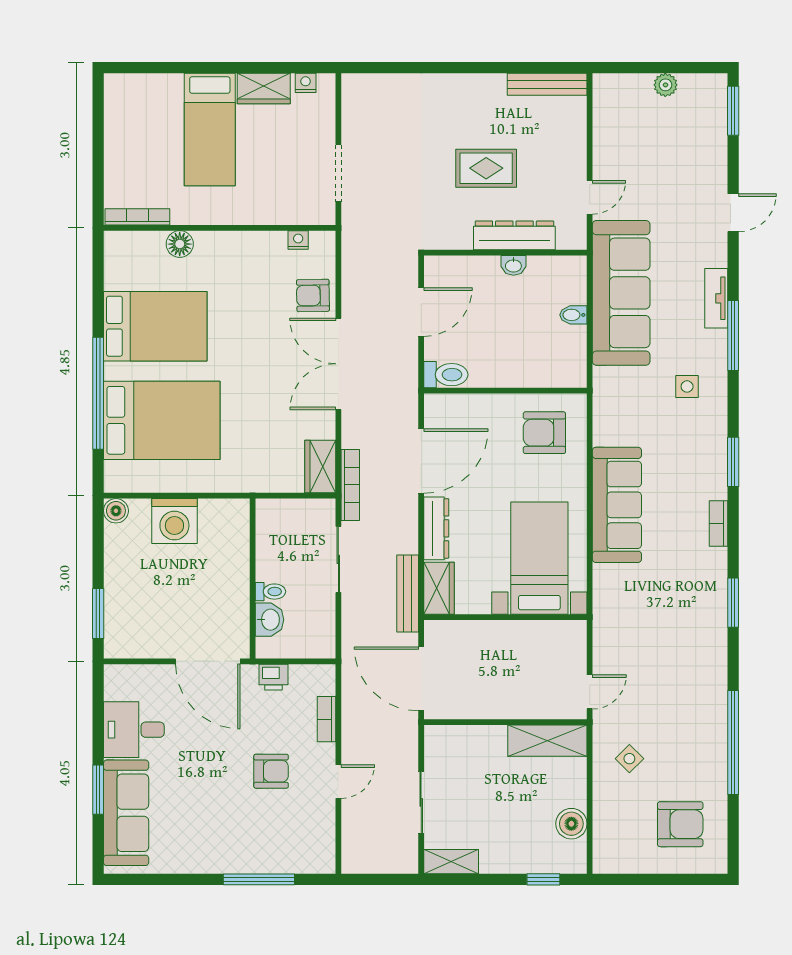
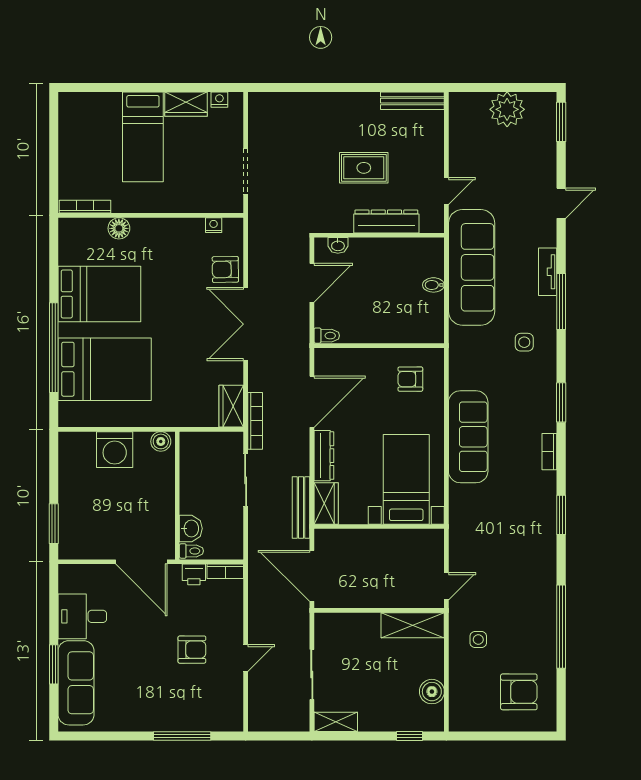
plant: (665, 85) -> (507, 109), width x1.88, depth x1.88
washbasin: (513, 265) -> (338, 245), moved
toilet: (446, 375) -> (327, 336), width x0.73, depth x0.72
armchair: (544, 433) -> (410, 379), width x0.72, depth x0.72
boiler: (116, 511) -> (161, 441), moved
toilet: (271, 592) -> (191, 551), moved
bookcase: (326, 719) -> (225, 571), moved, turned -90
side table: (629, 759) -> (478, 640), turned 45

